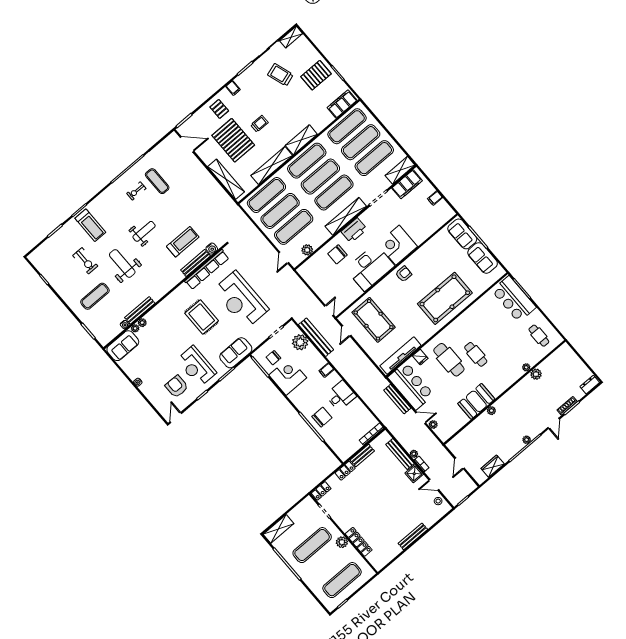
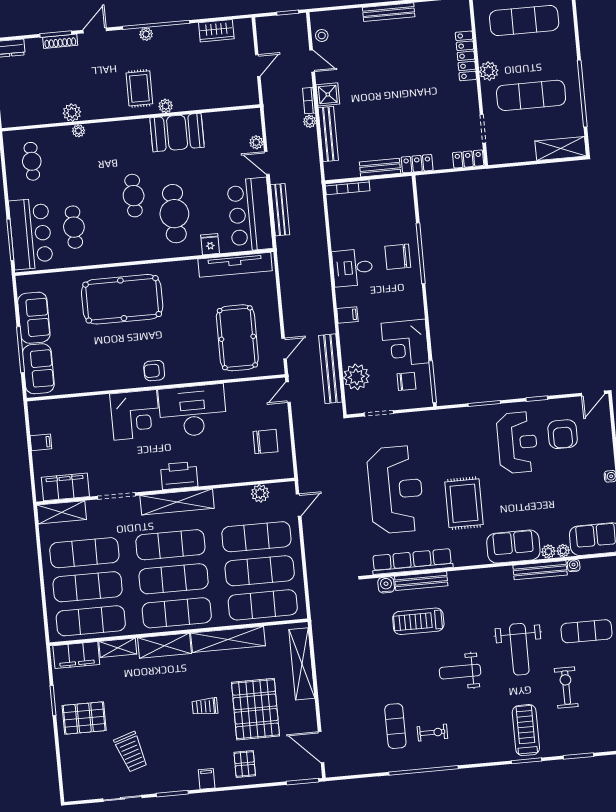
shelving: (291, 37) -> (118, 648), moved
chair: (337, 254) -> (266, 442), moved
cafe table: (495, 318) -> (74, 227), added
sofa: (236, 353) -> (513, 547), moved, turned 180
rug: (511, 410) -> (139, 88), added

